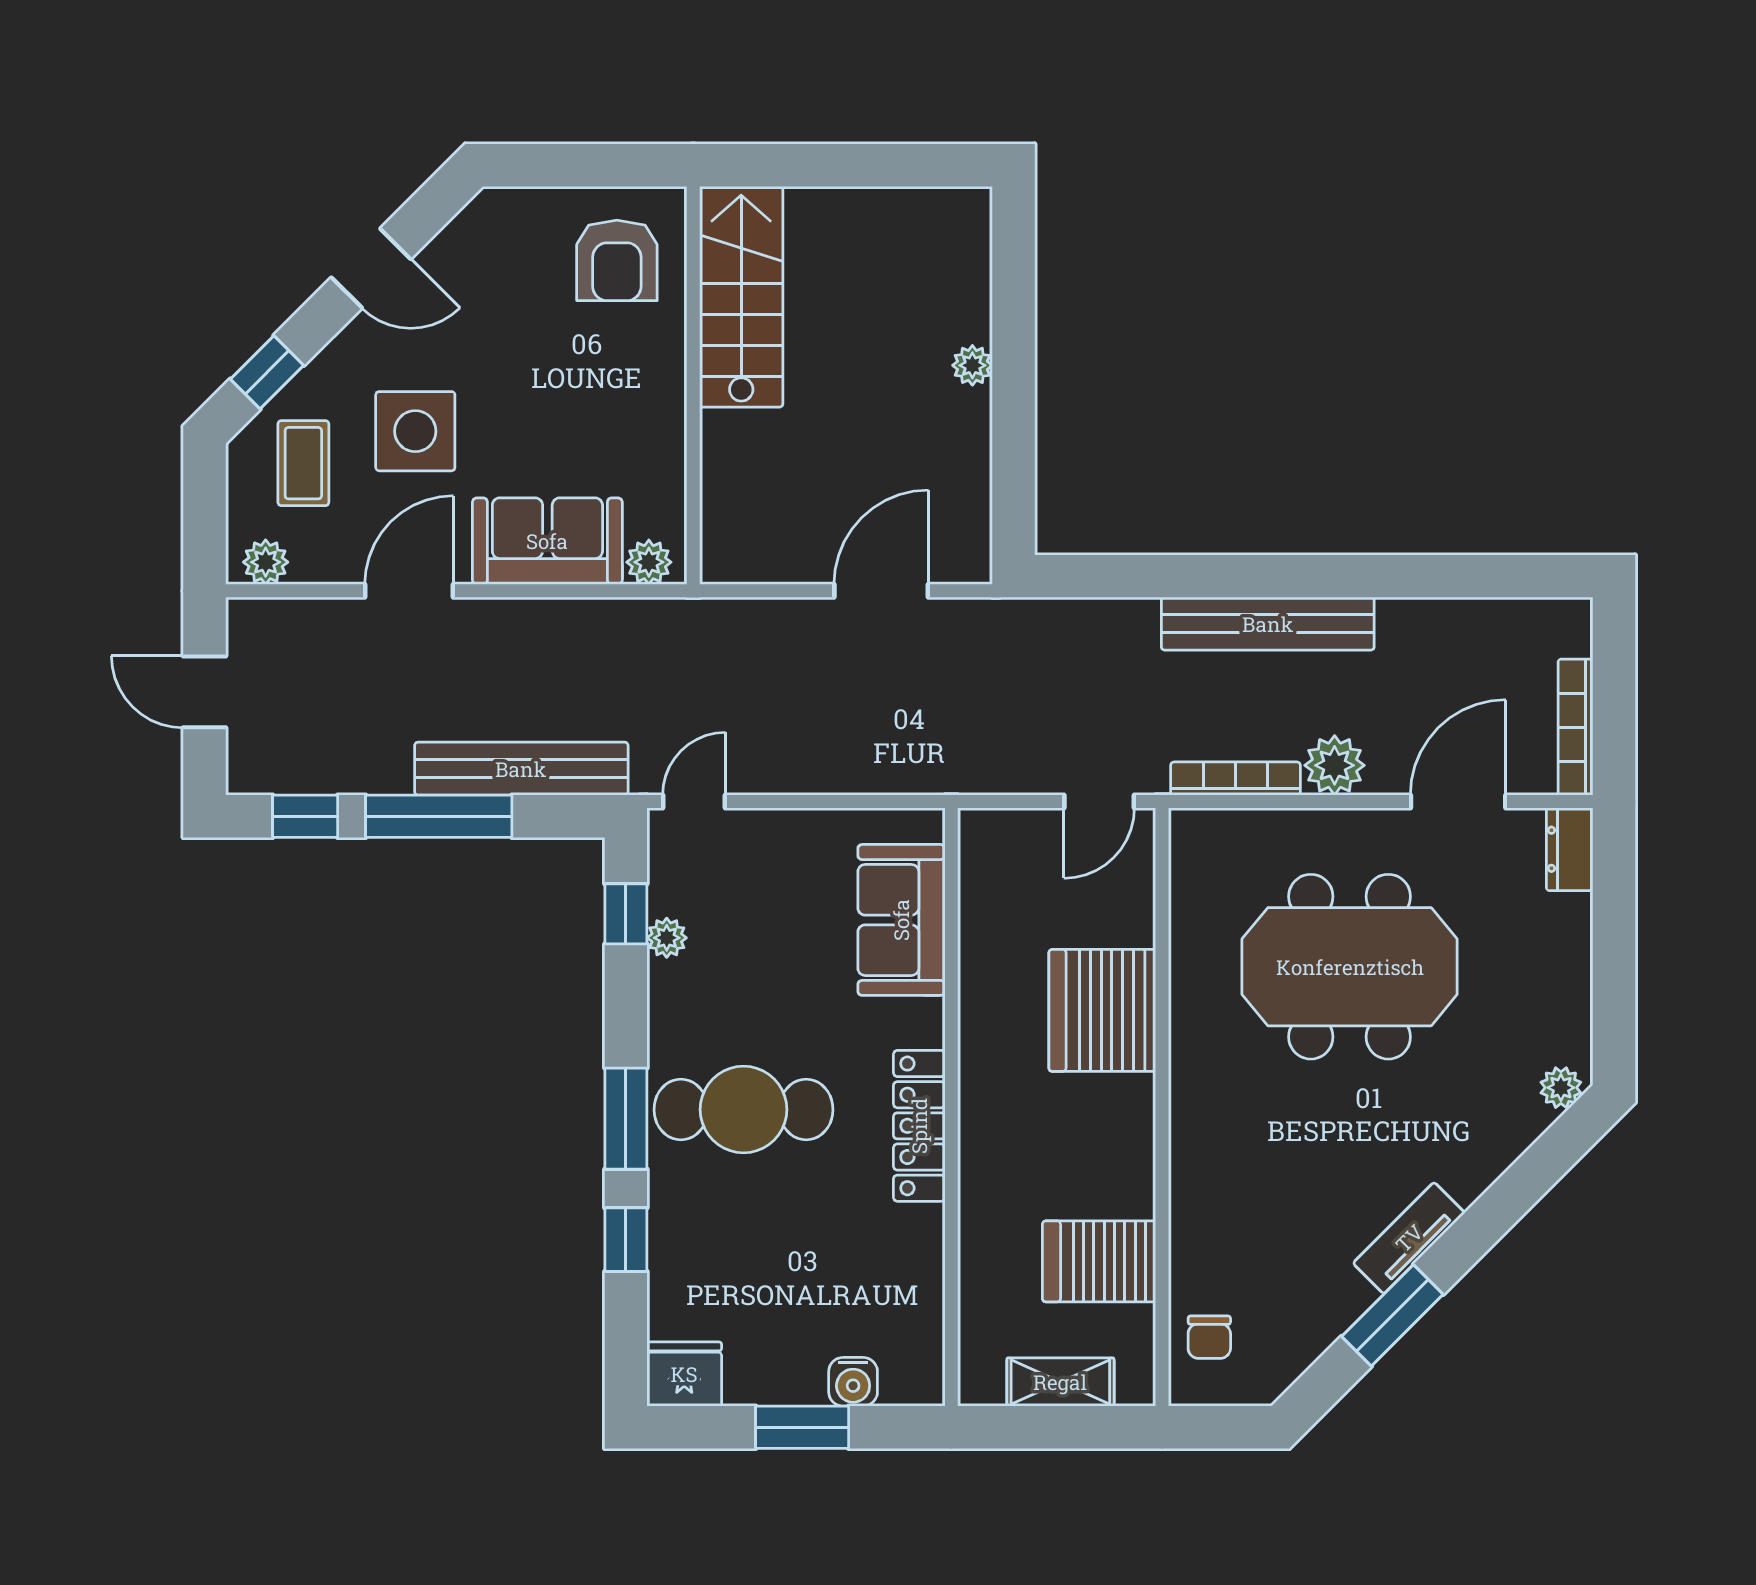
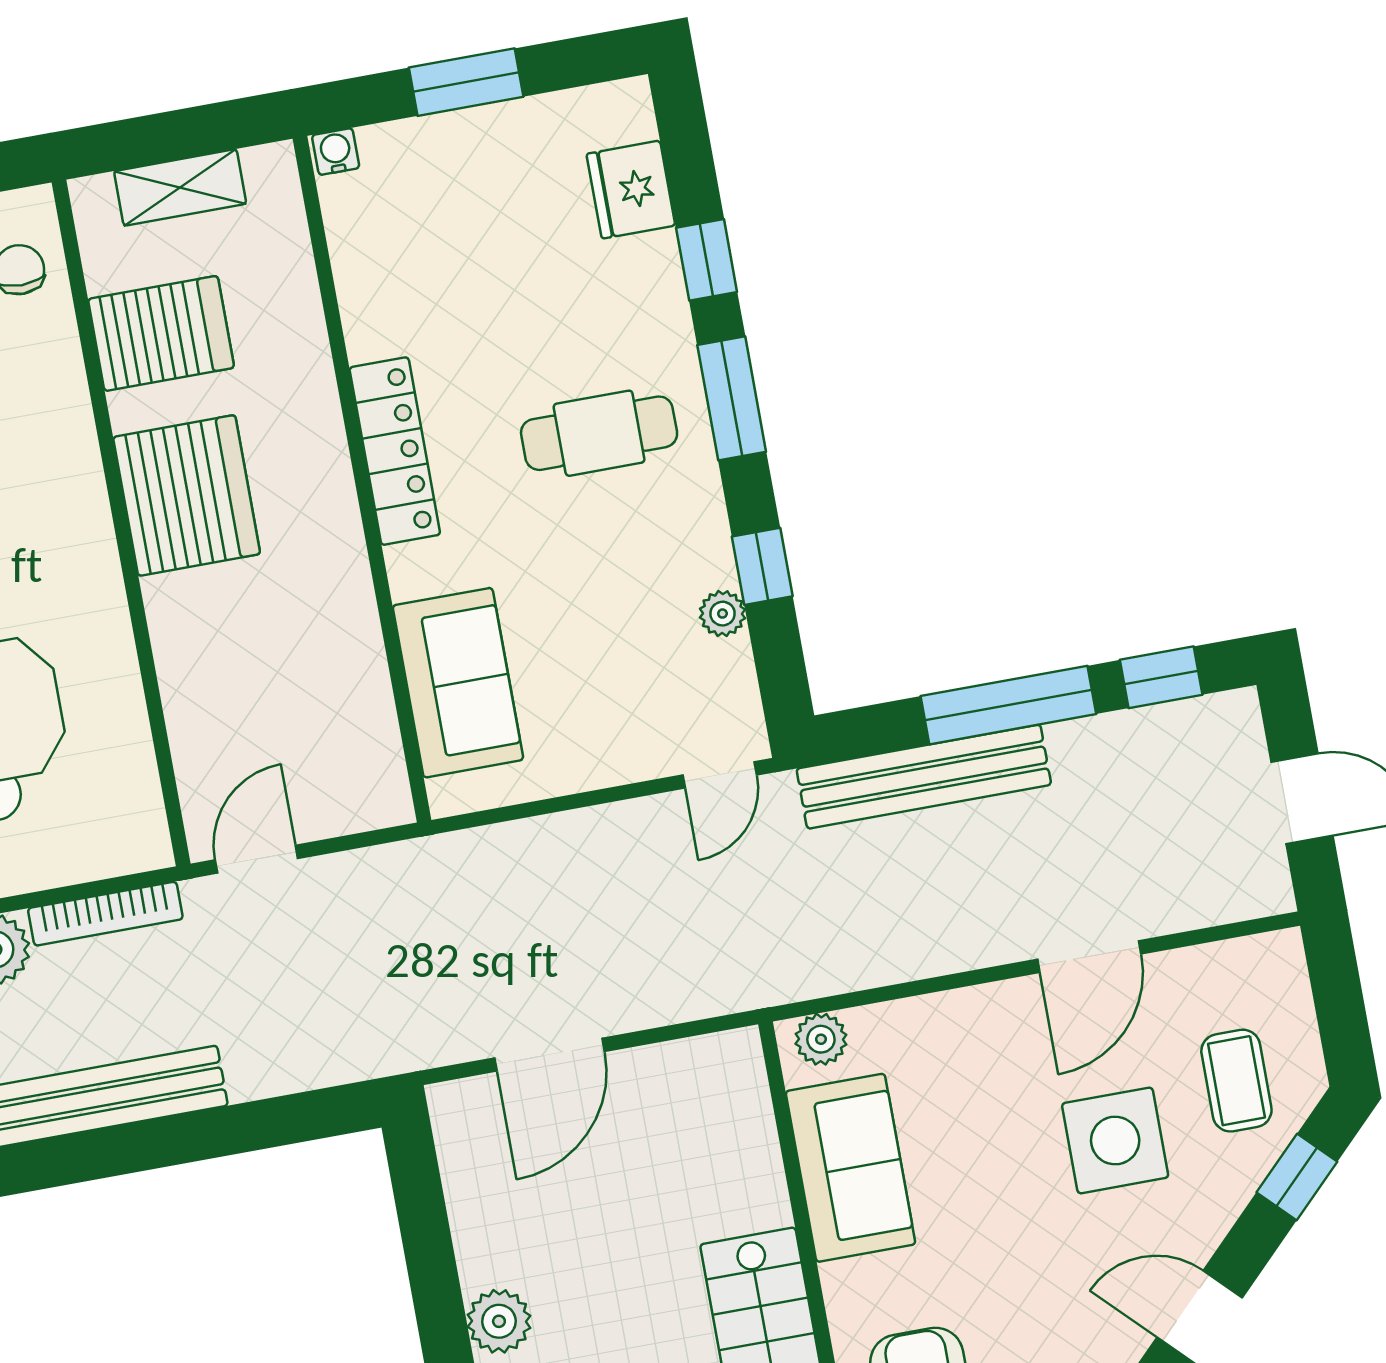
plant: (972, 365) -> (499, 1321), width x1.38, depth x1.38
sofa: (547, 541) -> (851, 1168), moved, turned -90
plant: (266, 562) -> (1259, 960), removed
window: (626, 914) -> (762, 566), moved
server rack: (1102, 1010) -> (187, 495), moved
cafe table: (744, 1110) -> (599, 433), width x0.73, depth x0.74
fridge: (684, 1374) -> (631, 190), moved, turned 90
water cooler: (853, 1382) -> (336, 152), moved, width x0.72, depth x0.72

